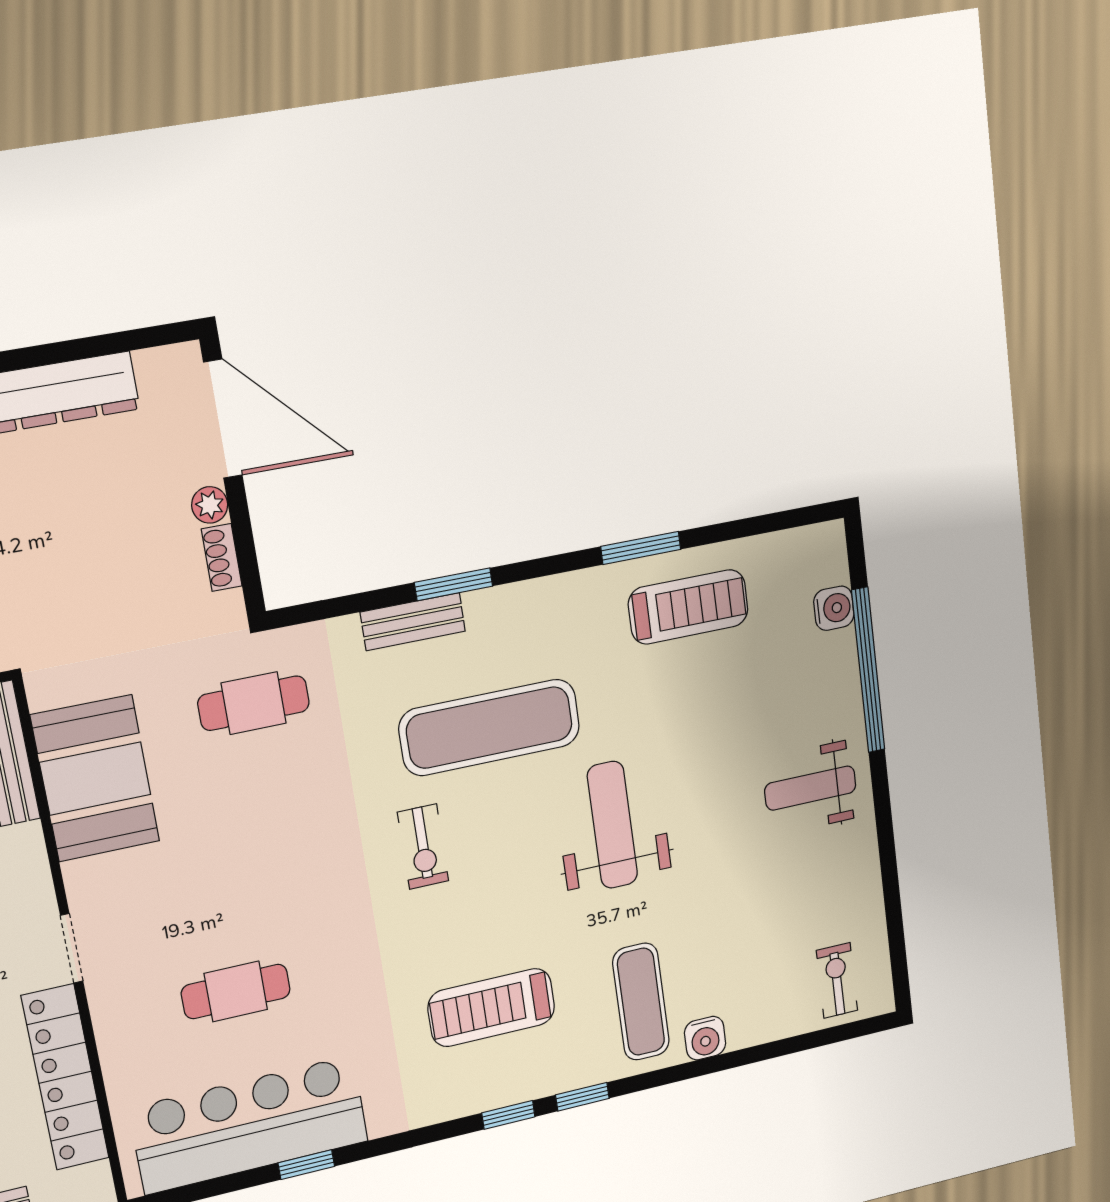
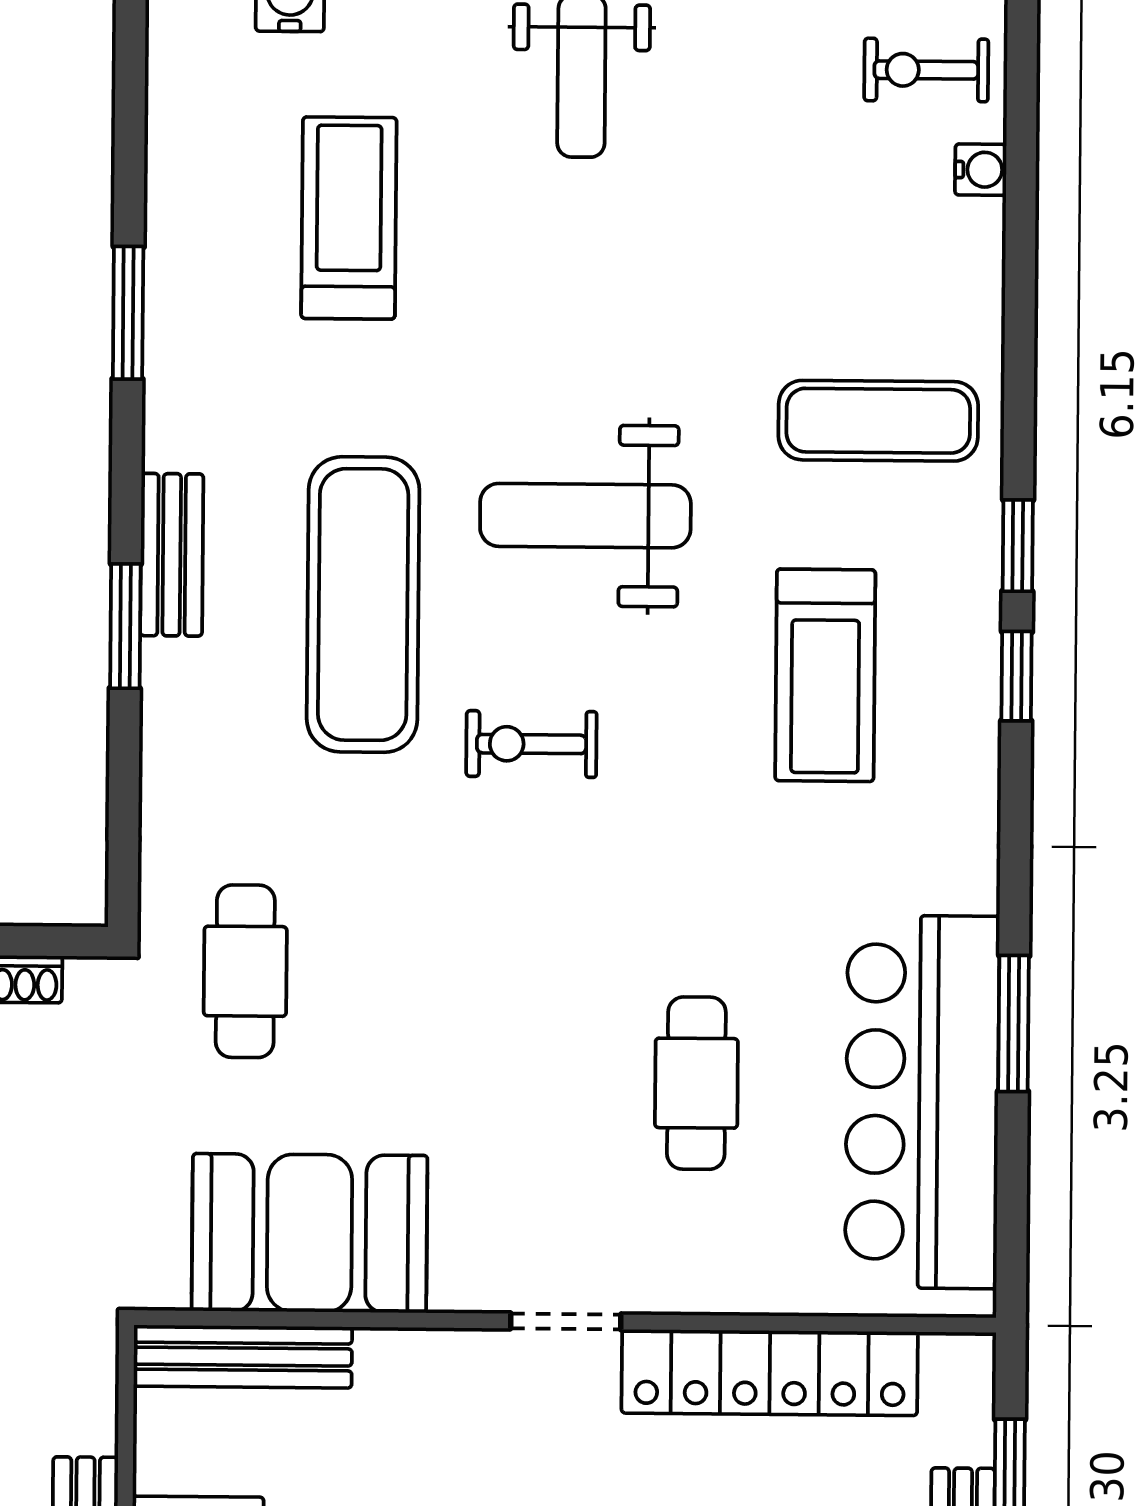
treadmill: (688, 607) -> (349, 218), moved
bench: (413, 622) -> (172, 555), moved
weight bench: (612, 825) -> (585, 516), moved
exercise bike: (423, 847) -> (531, 744), turned 180
water cooler: (705, 1038) -> (981, 170), moved, width x0.72, depth x0.72
window: (306, 1165) -> (1014, 1023), width x1.50

